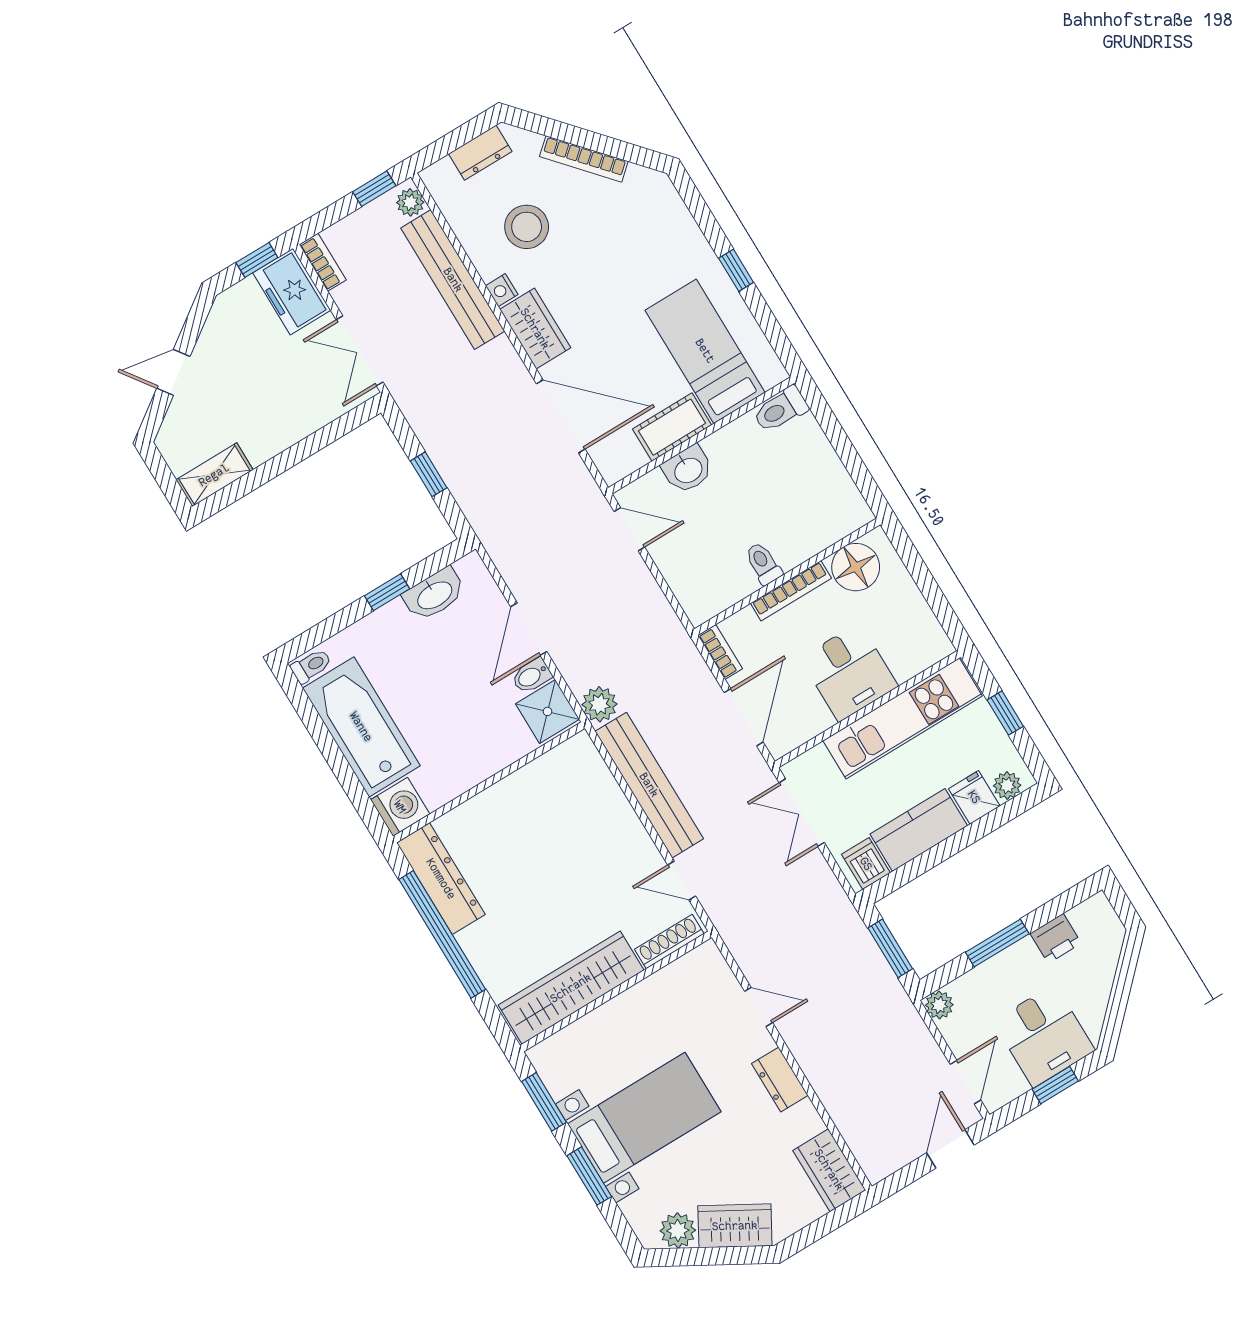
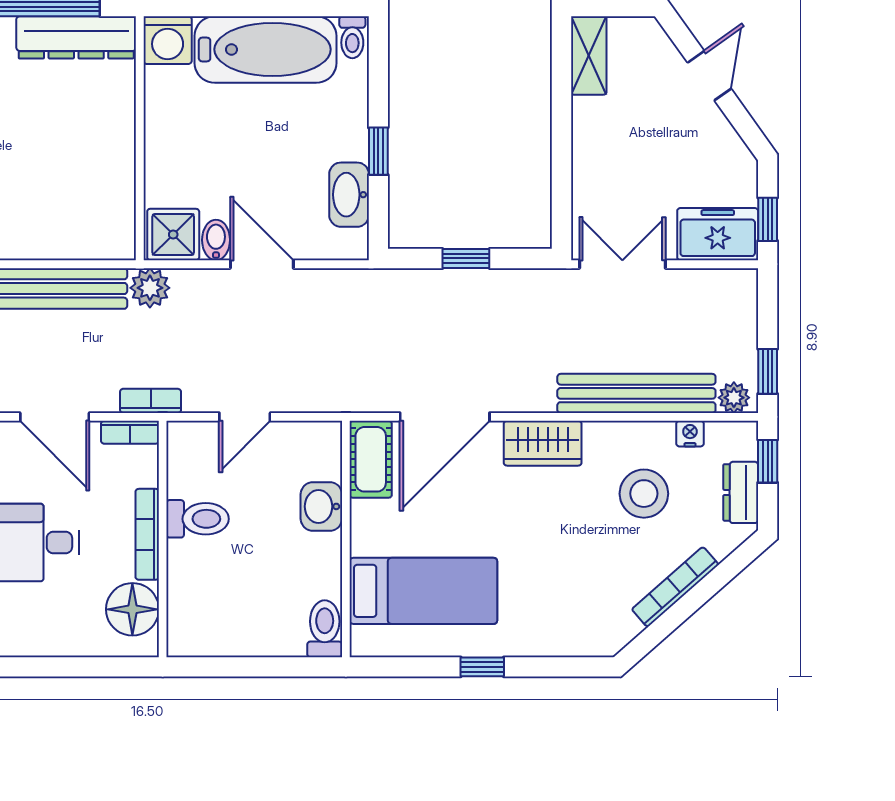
window: (443, 147) -> (768, 461), added
bookcase: (323, 262) -> (151, 401), moved, turned 180
nightstand: (502, 290) -> (690, 434), moved
cot: (672, 427) -> (371, 459), moved
door: (629, 529) -> (245, 417), moved
toilet: (763, 564) -> (198, 519), width x1.37, depth x1.39

